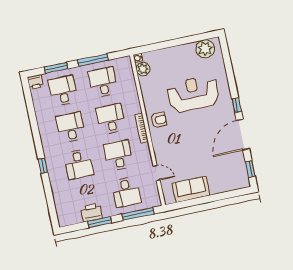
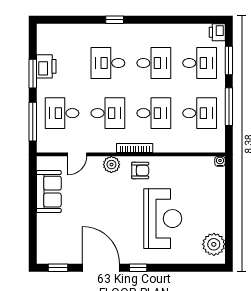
plant: (143, 69) -> (111, 165), moved
armchair: (159, 120) -> (140, 170), turned -90

